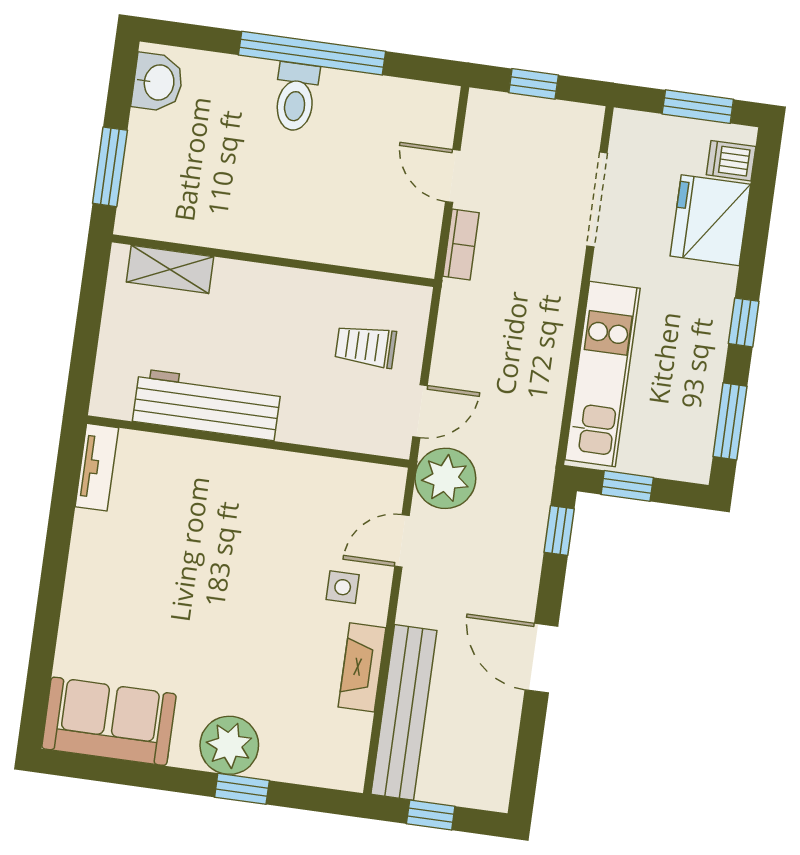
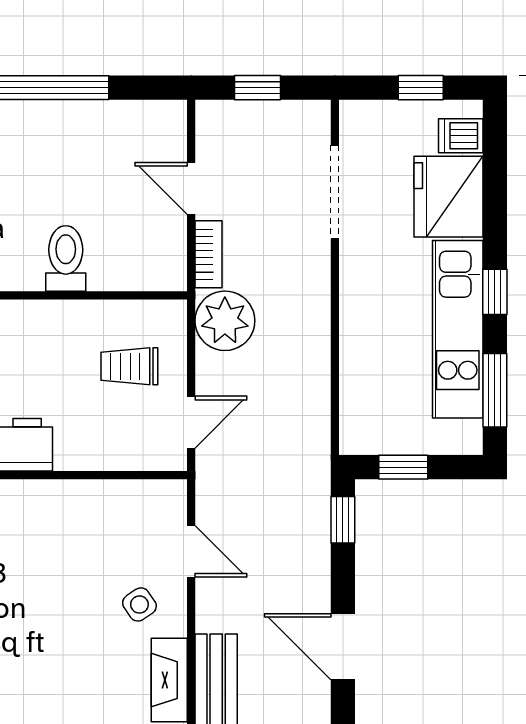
toilet: (296, 97) -> (66, 258), moved, turned 180
window: (698, 107) -> (421, 88), width x0.67
kitchen unit: (602, 374) -> (458, 329), moved, turned 180
plant: (445, 478) -> (225, 321), moved
door: (402, 541) -> (191, 551), swing flipped
side table: (343, 587) -> (139, 604), turned -34

